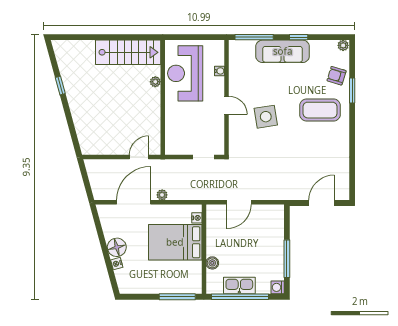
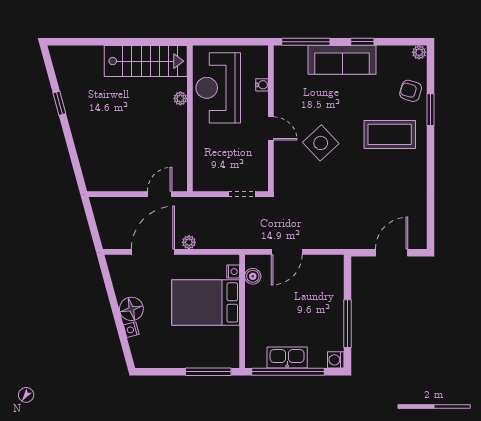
side table: (266, 117) -> (321, 143), turned -34
boiler: (212, 263) -> (253, 276), moved

